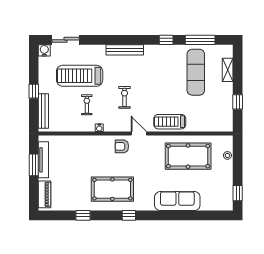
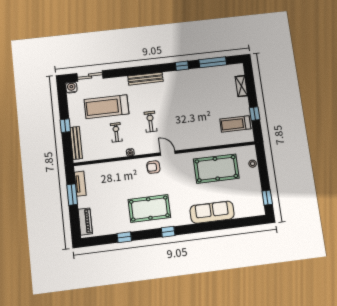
exercise mat: (196, 72) -> (213, 91), removed
treadmill: (170, 122) -> (235, 124), moved
tv unit: (43, 160) -> (80, 184), width x0.71

